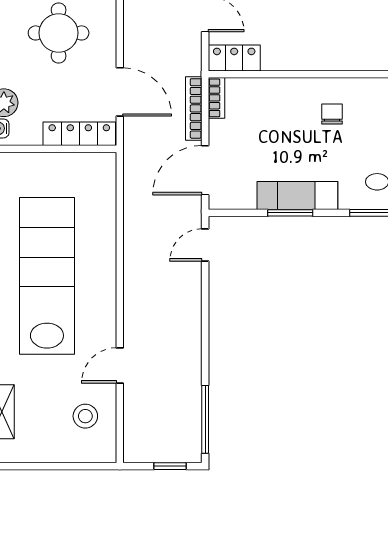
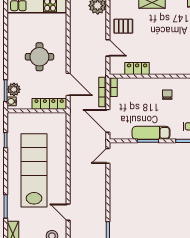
locker: (234, 58) -> (137, 68), moved
door: (205, 170) -> (108, 121), hinge flipped
door: (120, 365) -> (68, 212), hinge flipped

